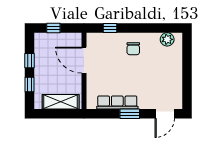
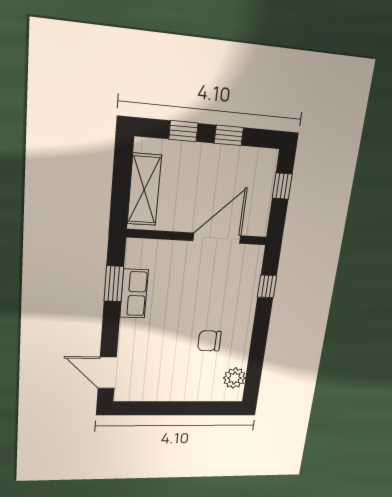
chair: (133, 49) -> (209, 341), moved
row of seats: (117, 102) -> (134, 294), width x0.68
window: (130, 114) -> (114, 284), moved

